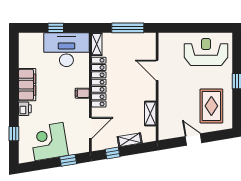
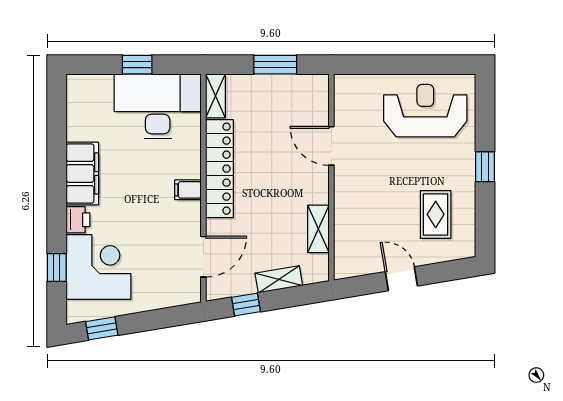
window: (128, 28) -> (275, 65), width x0.69
rug: (211, 106) -> (436, 214), width x0.73, depth x0.70
corner desk: (49, 141) -> (98, 267), moved, turned 99
window: (68, 160) -> (102, 328), moved

